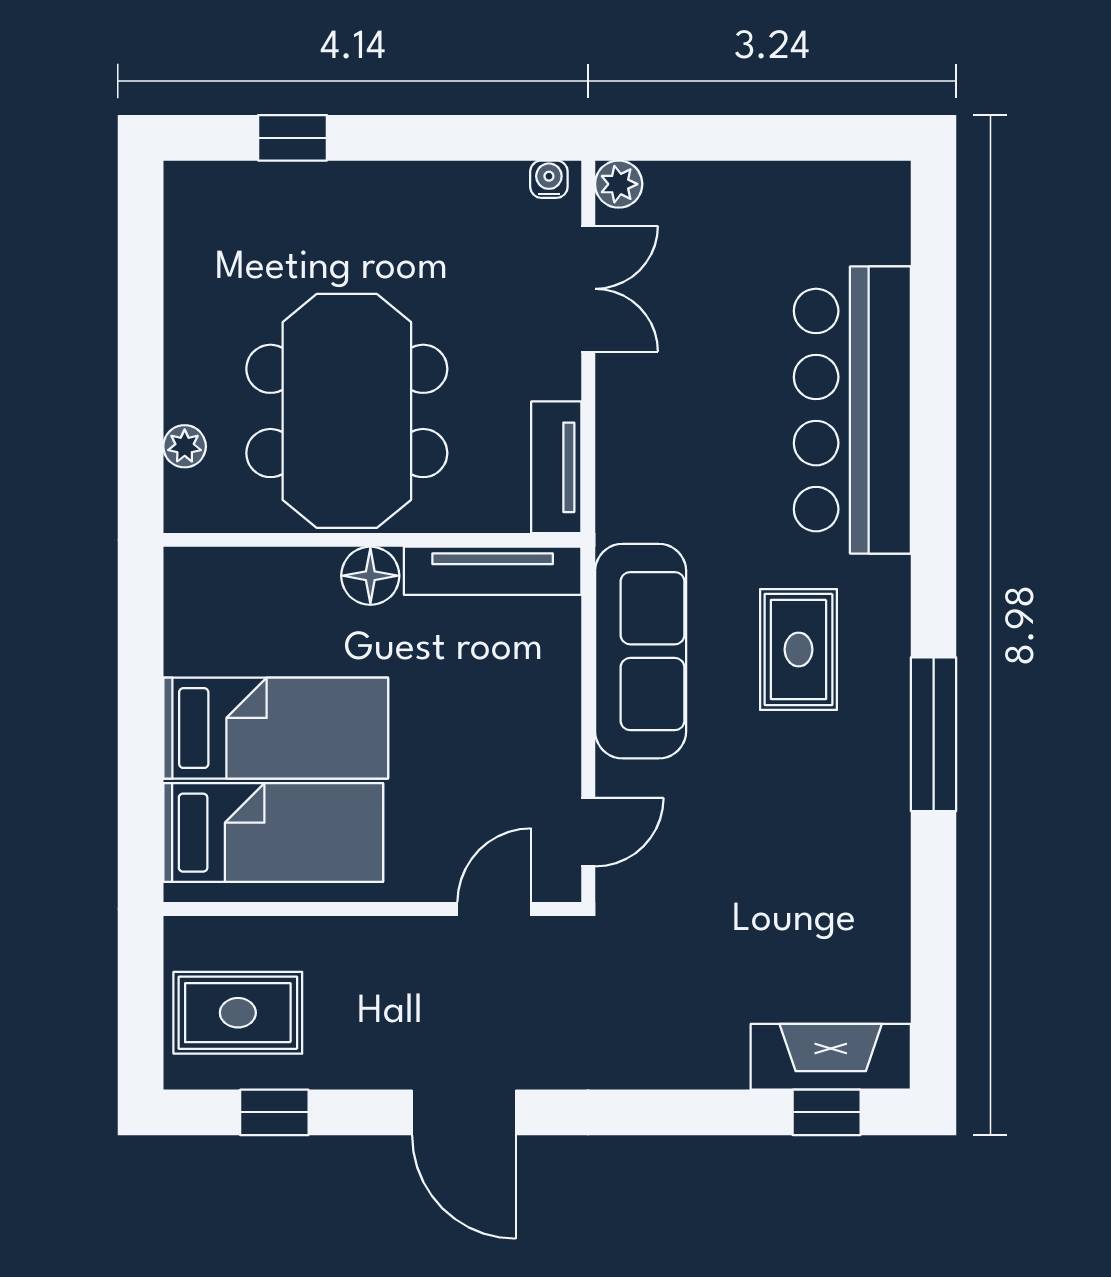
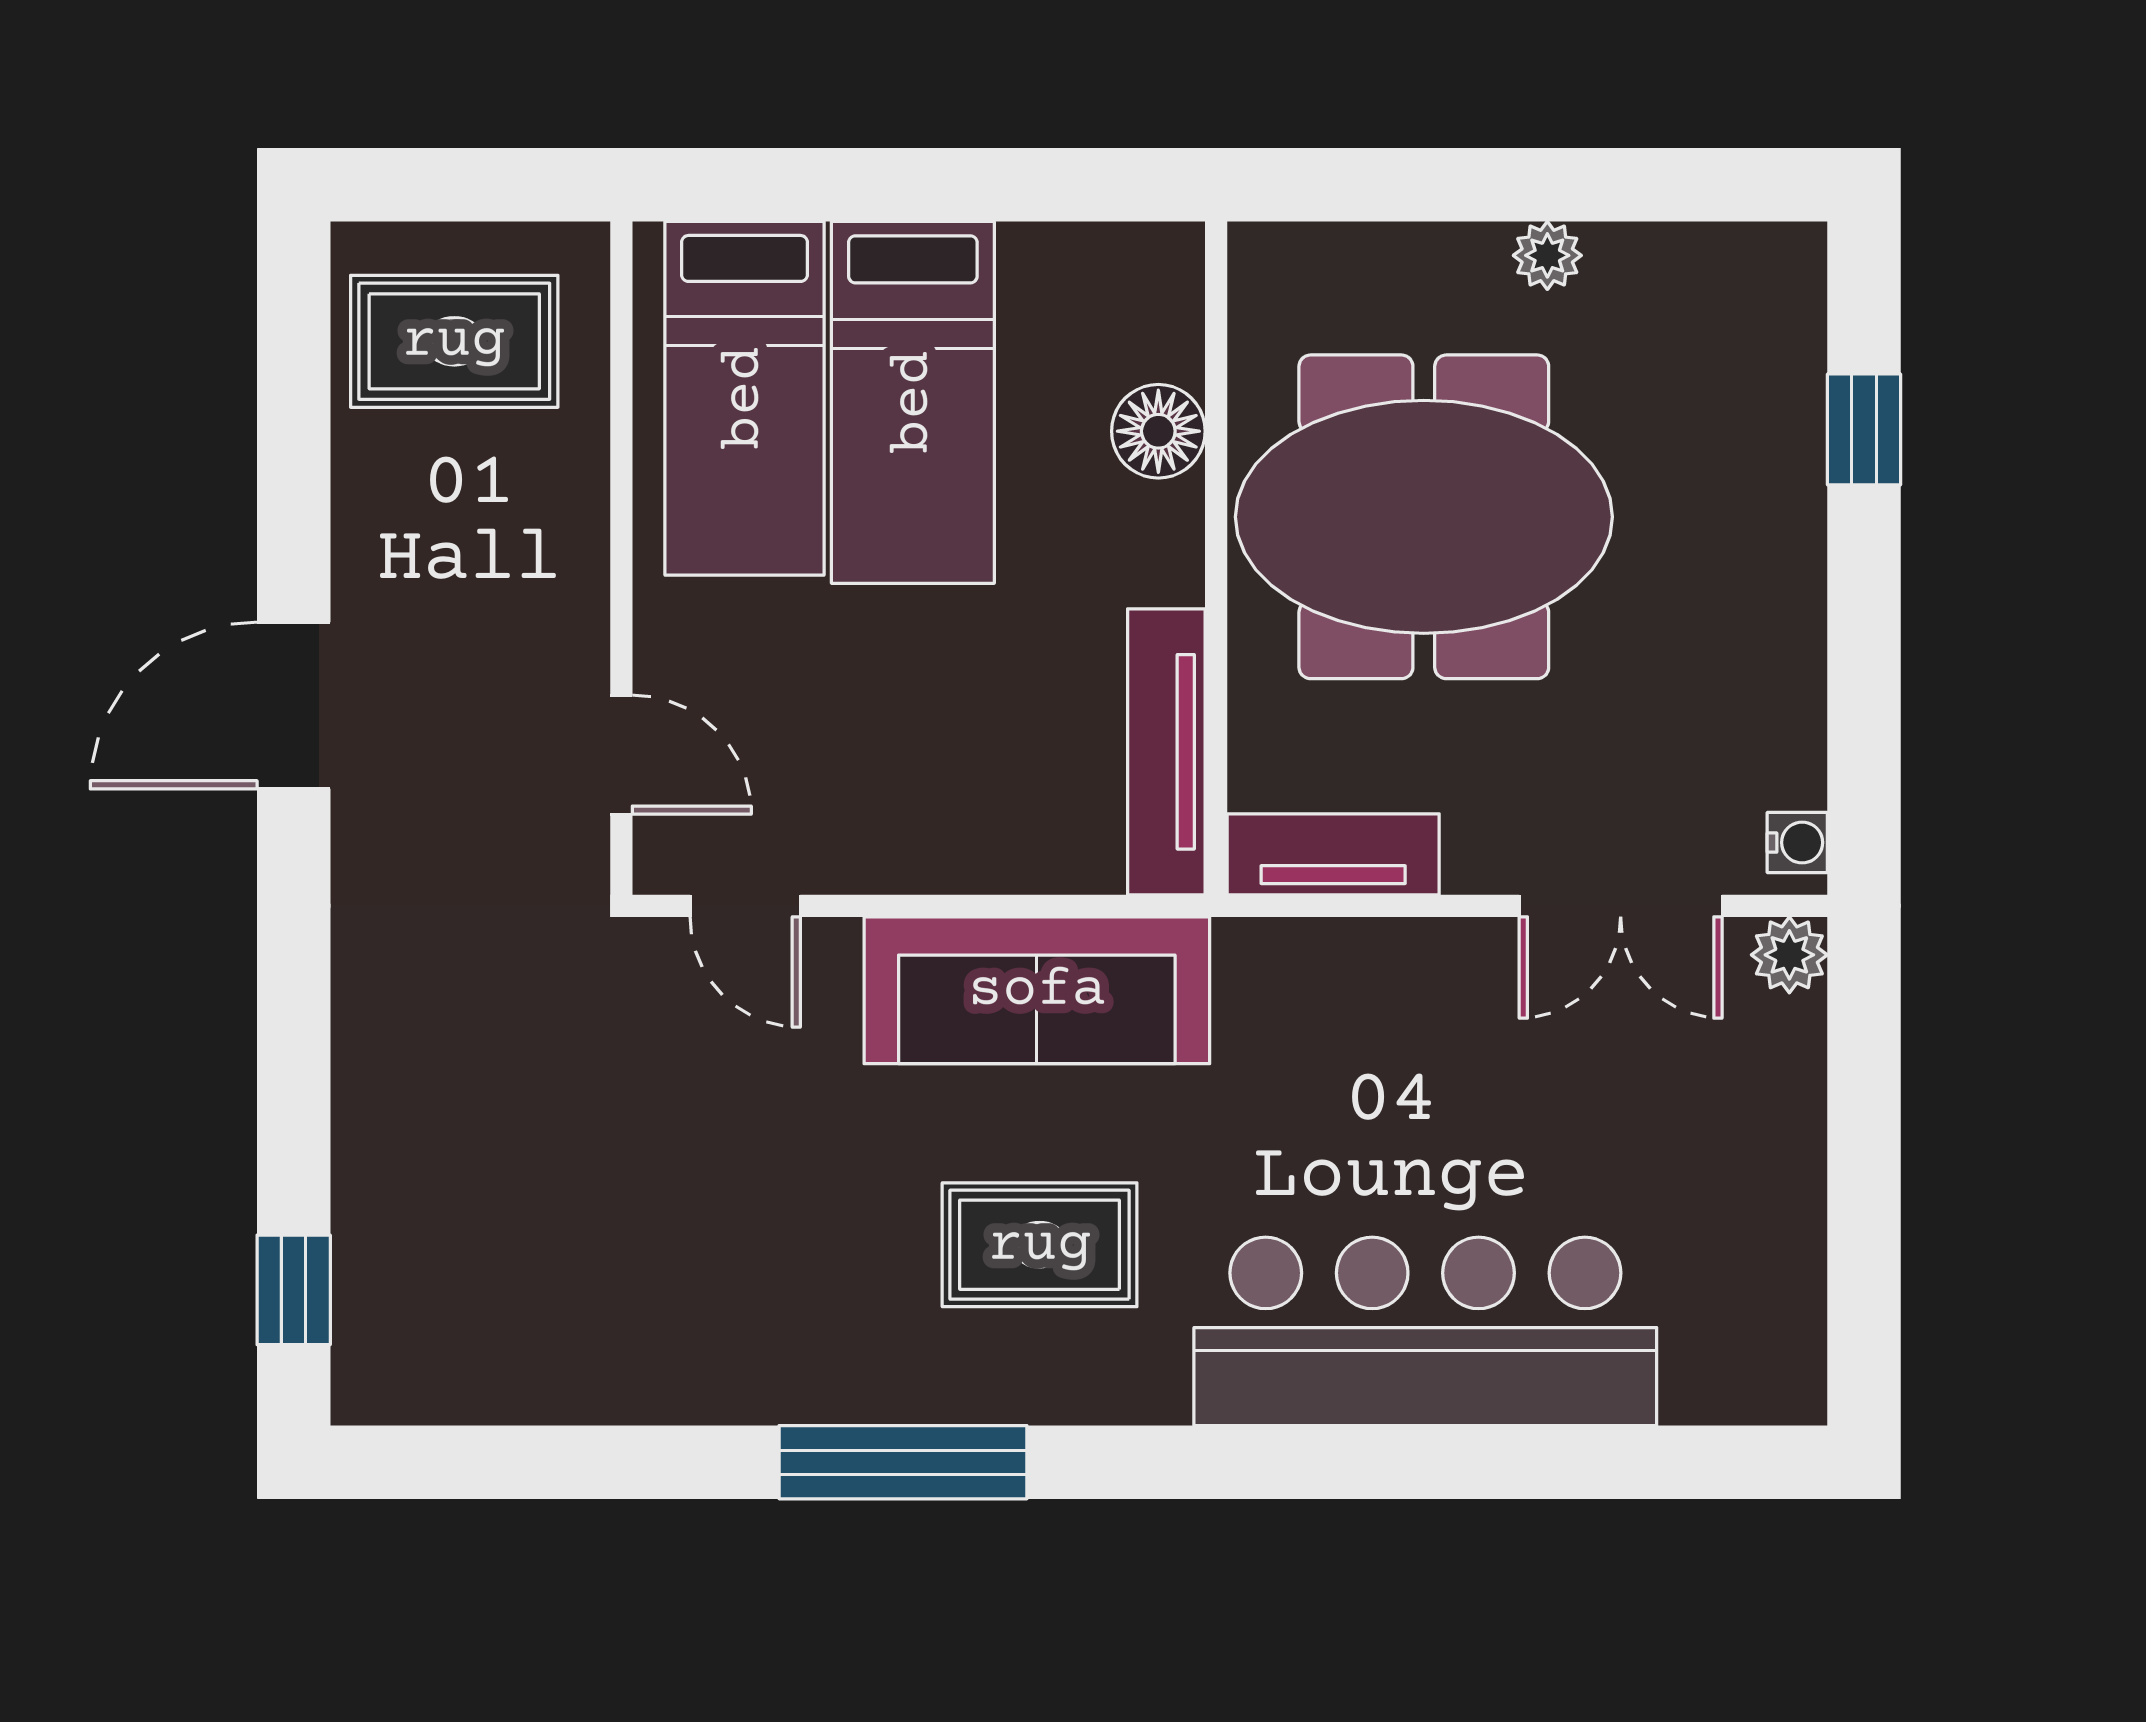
plant: (185, 446) -> (1547, 255), moved
floor lamp: (370, 576) -> (1158, 431), moved
rug: (238, 1013) -> (454, 341), turned 90
fireplace: (831, 1057) -> (383, 1297), removed
window: (274, 1112) -> (294, 400), removed

